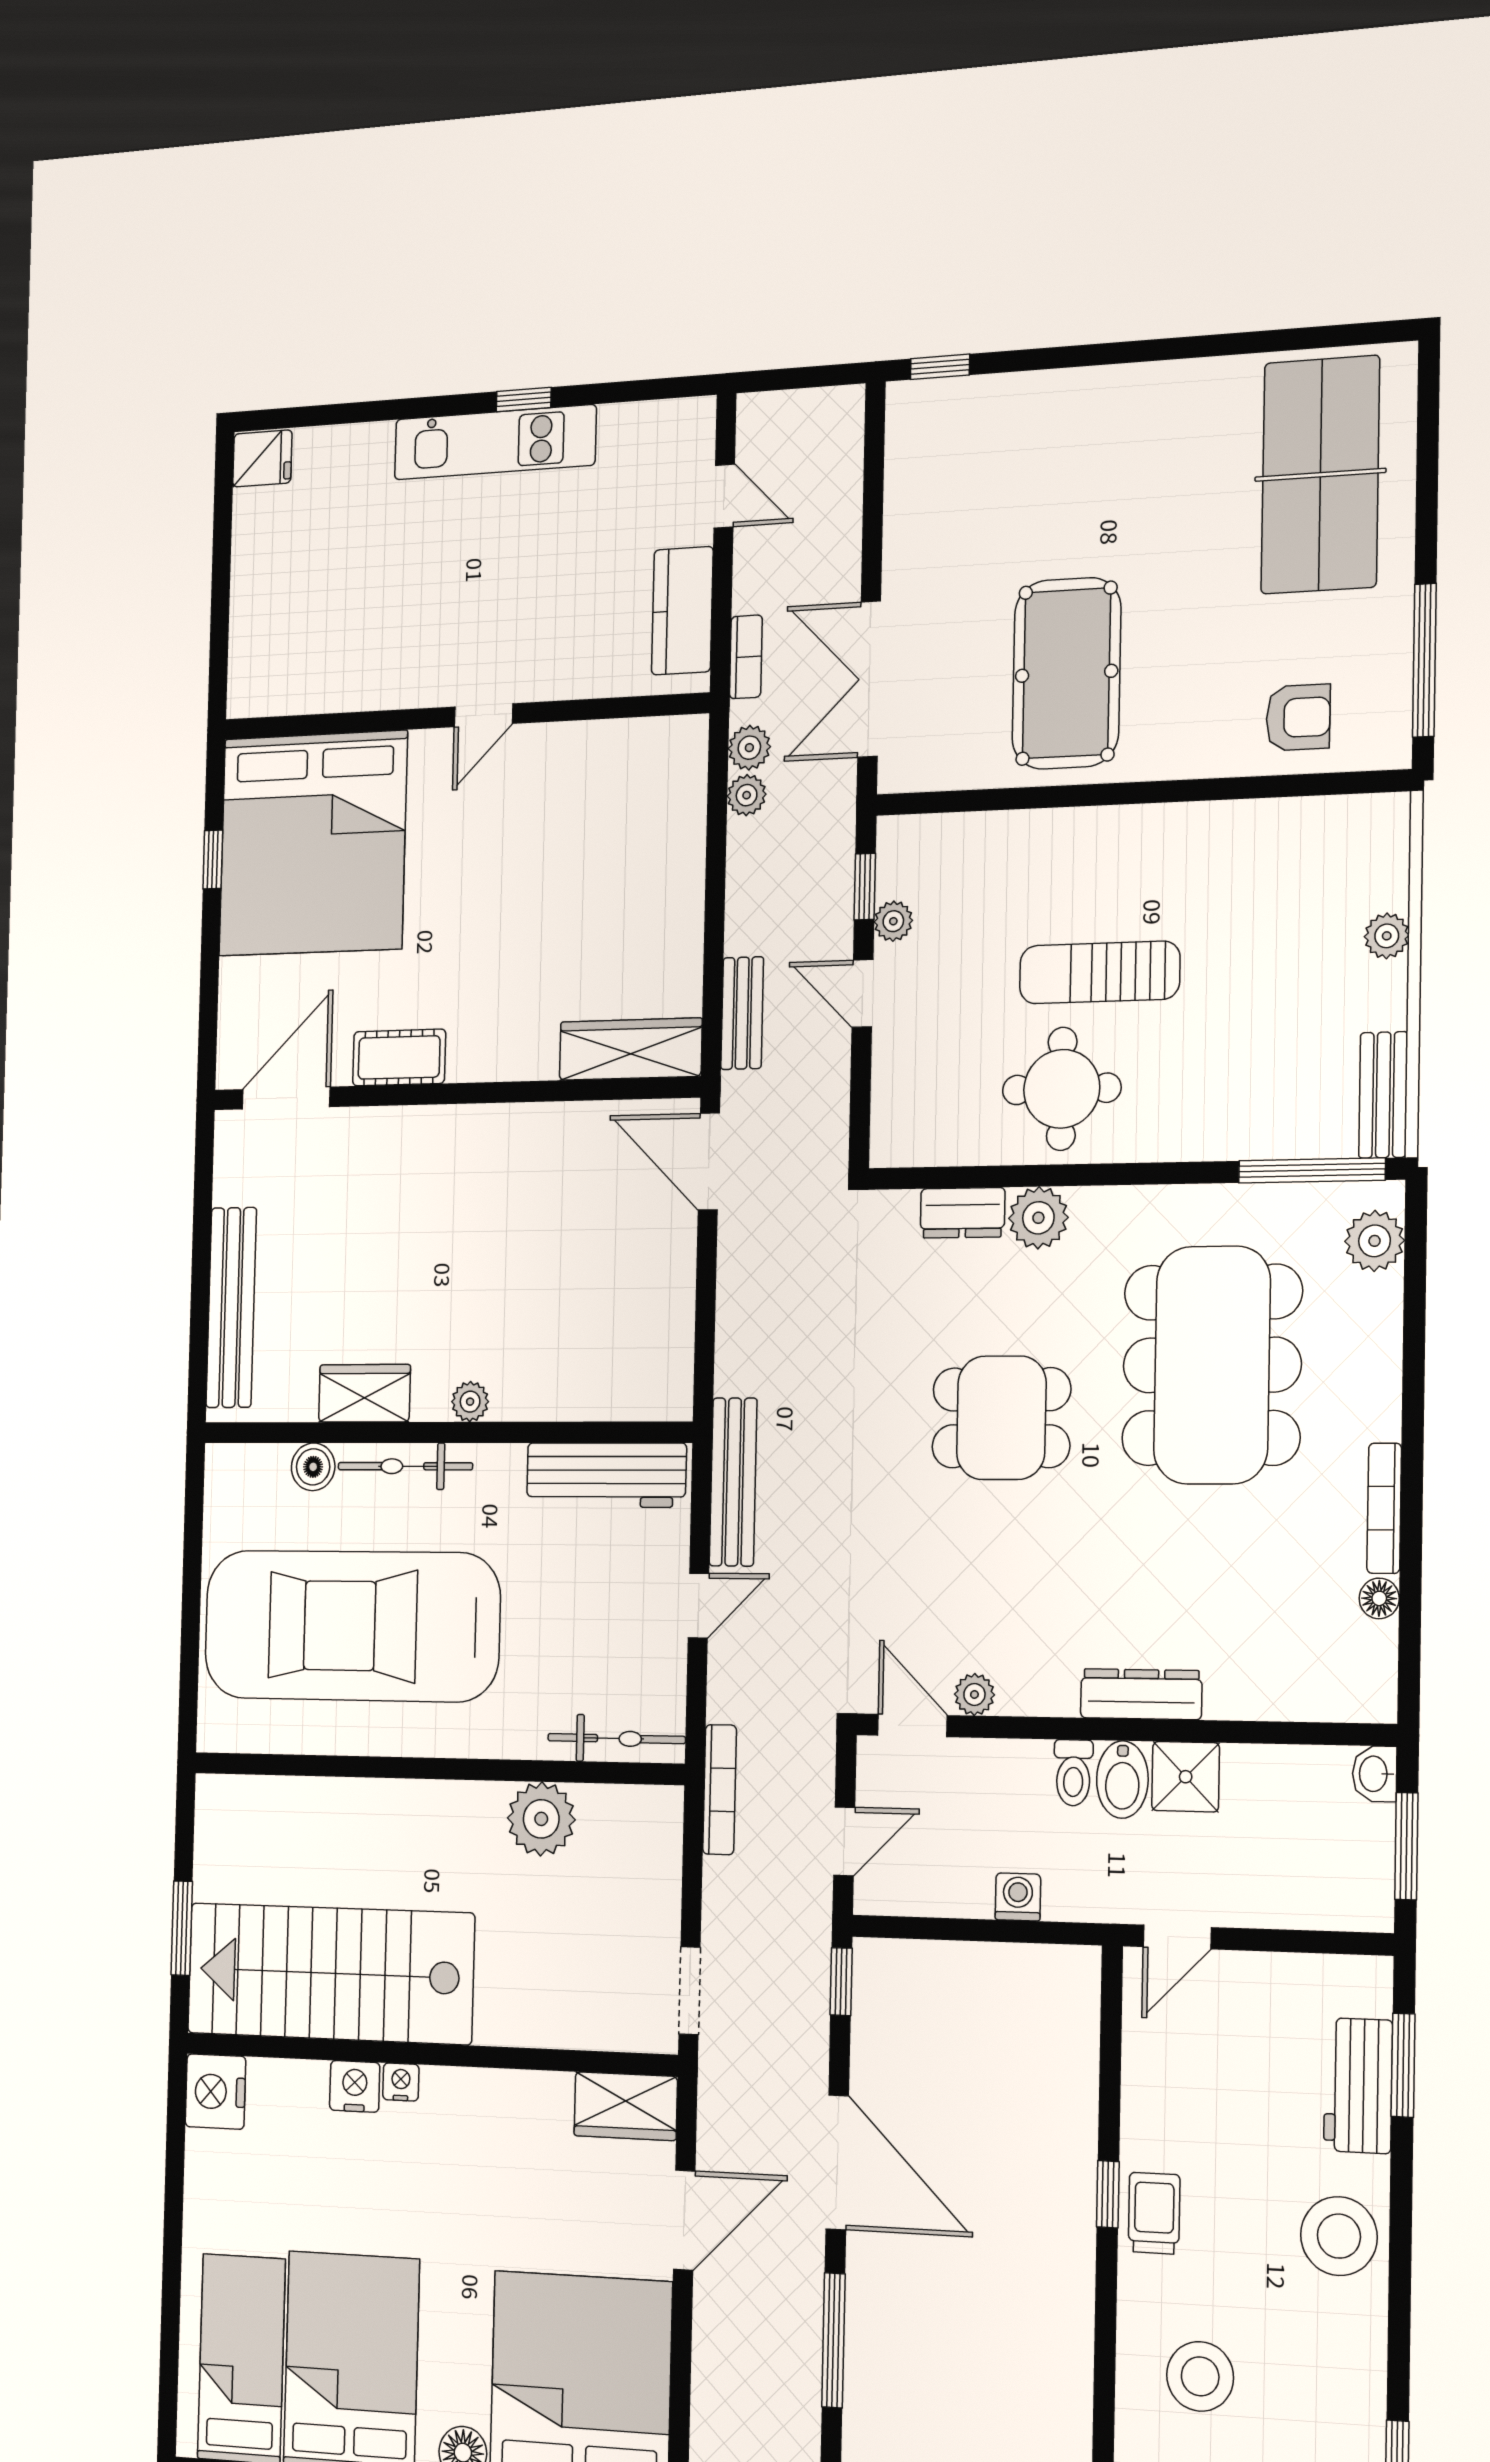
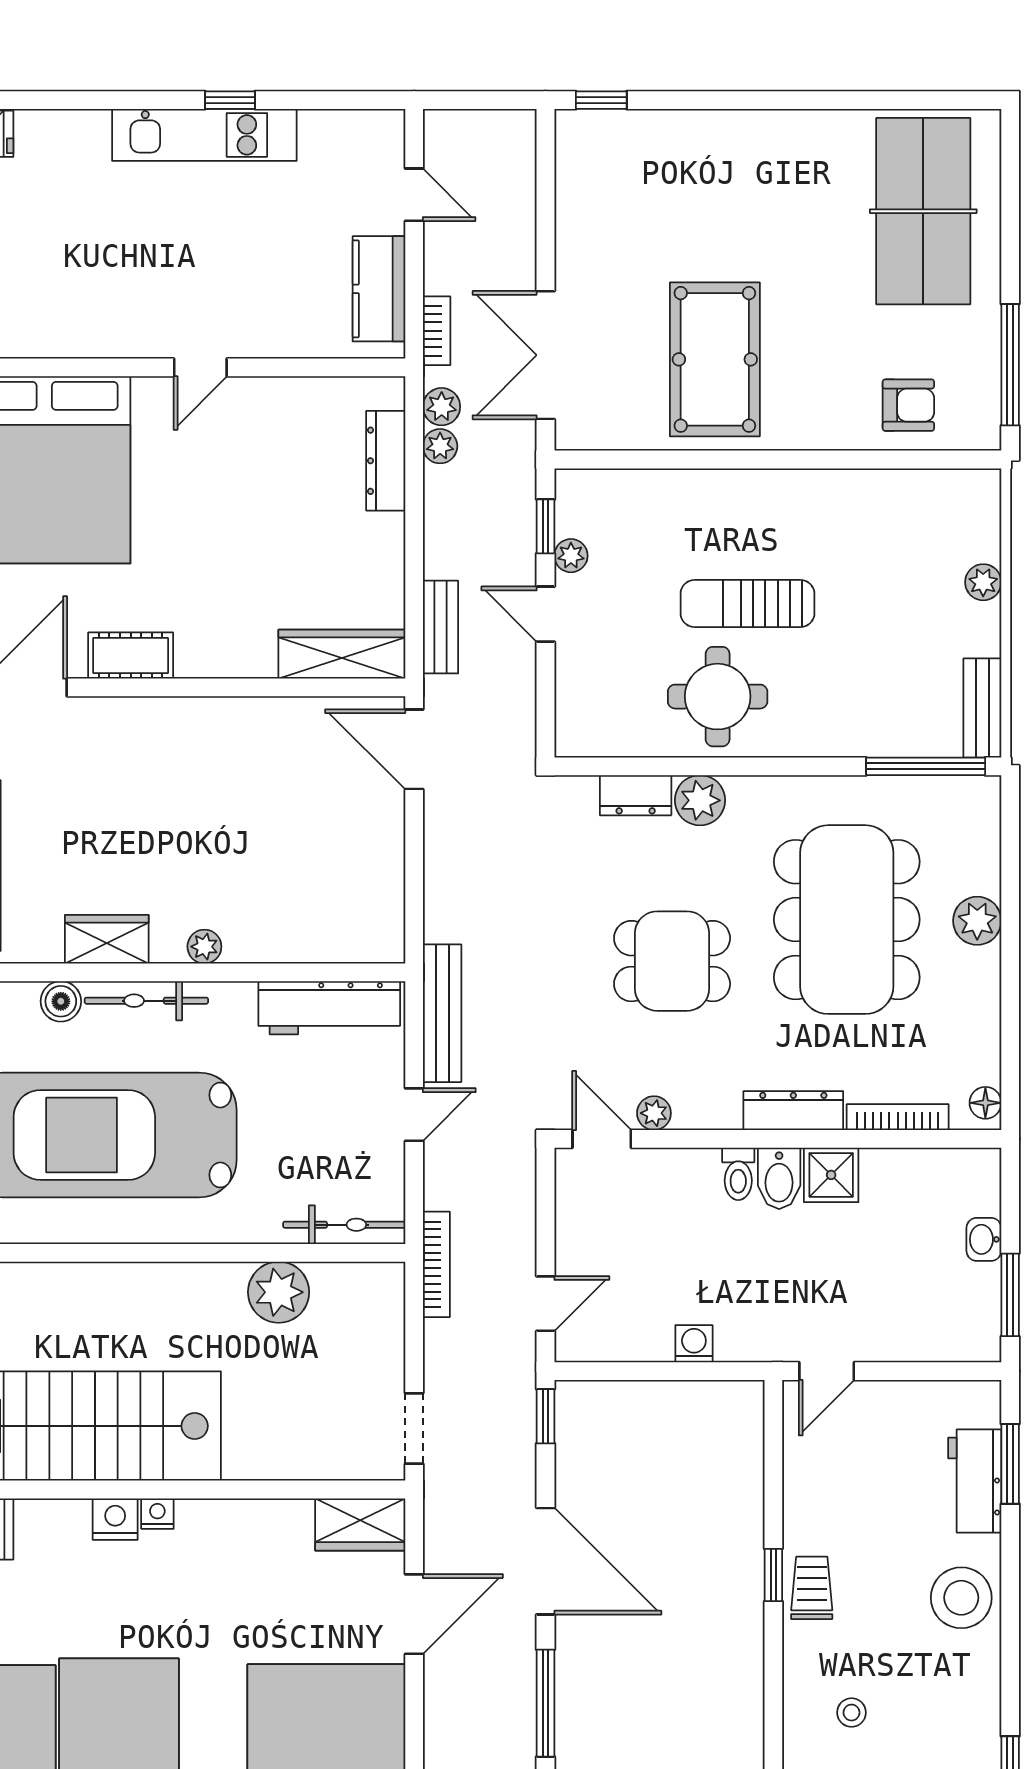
dresser: (685, 815) -> (386, 461), added
plant: (1375, 1241) -> (977, 921), moved
bookcase: (1384, 1508) -> (898, 1117), moved, turned 90
plant: (974, 1694) -> (654, 1113), moved
dresser: (1141, 1694) -> (793, 1111), moved
door: (912, 1725) -> (602, 1139), moved
wall: (1122, 1730) -> (778, 1139), moved
toilet: (1073, 1773) -> (738, 1174), moved
shower: (1186, 1777) -> (831, 1175), moved
bidet: (1122, 1780) -> (779, 1178), moved
stool: (1200, 2376) -> (852, 1713), width x0.53, depth x0.53

